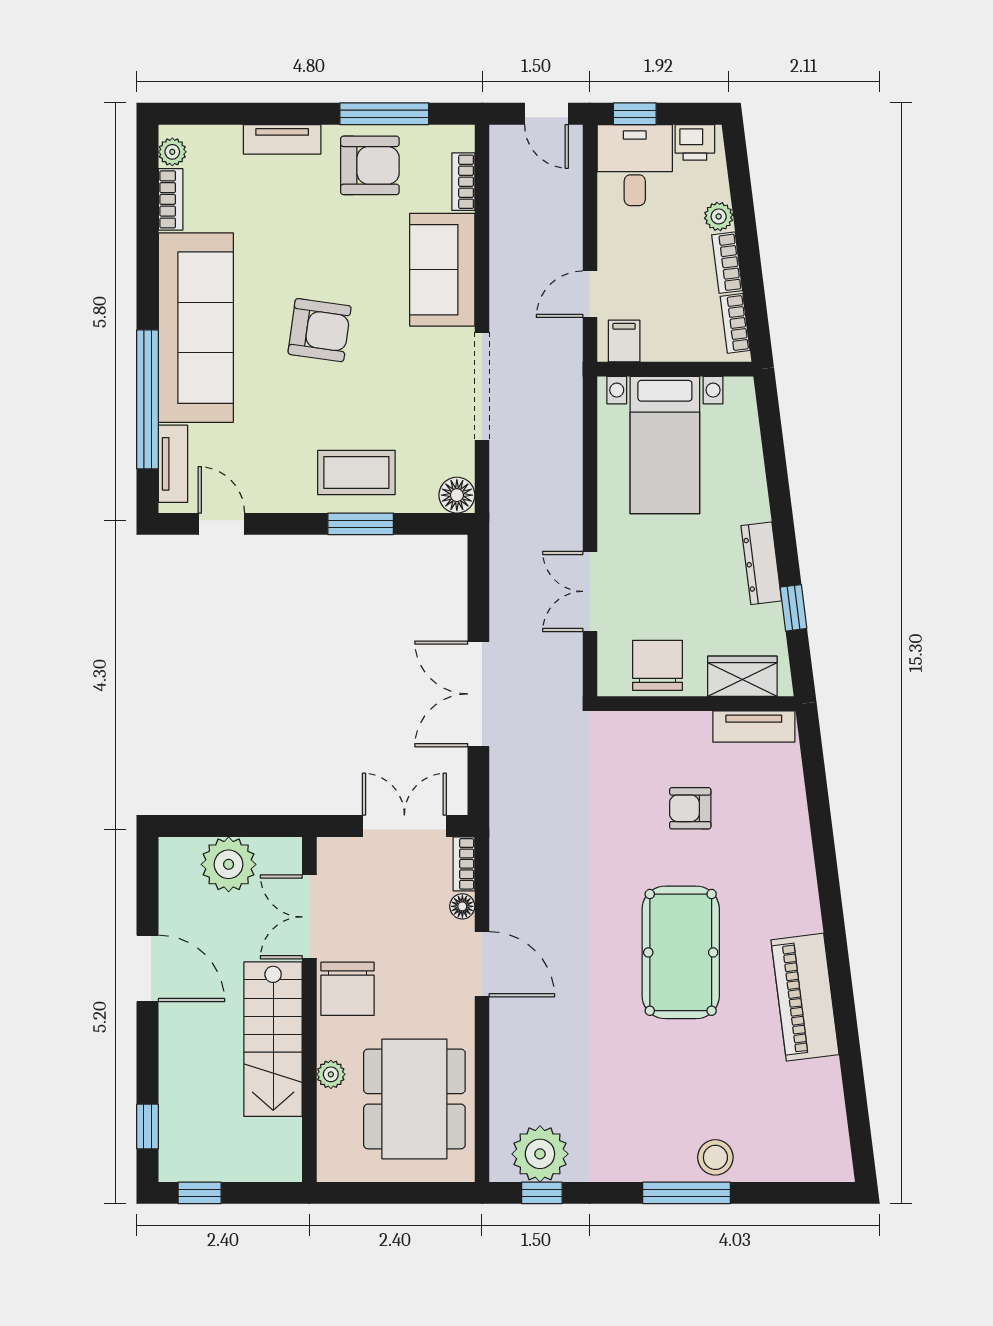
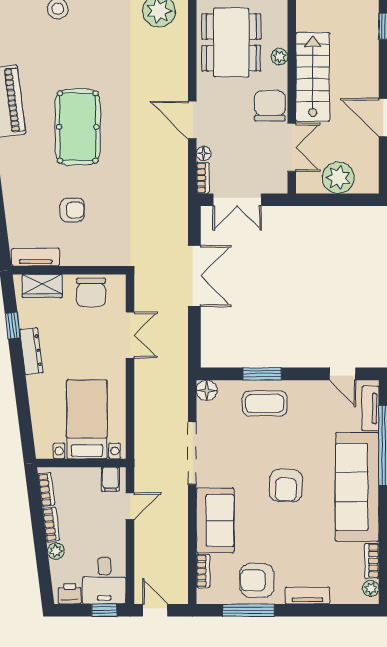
armchair: (320, 330) -> (286, 486), turned -95

